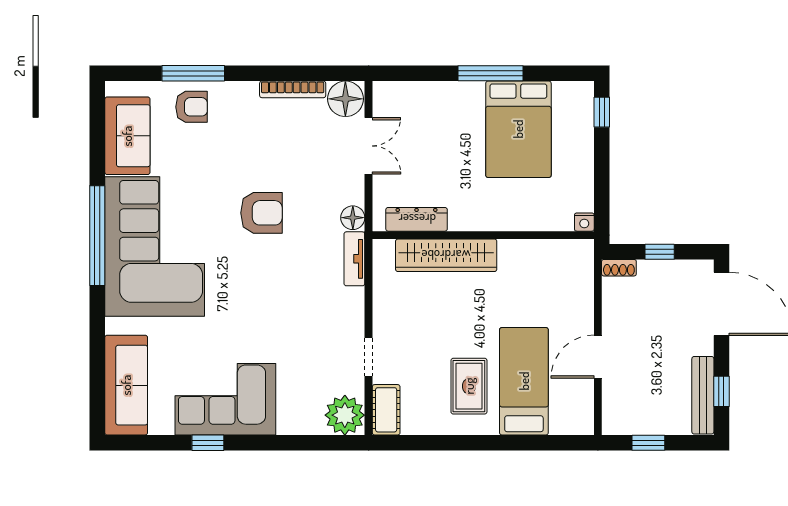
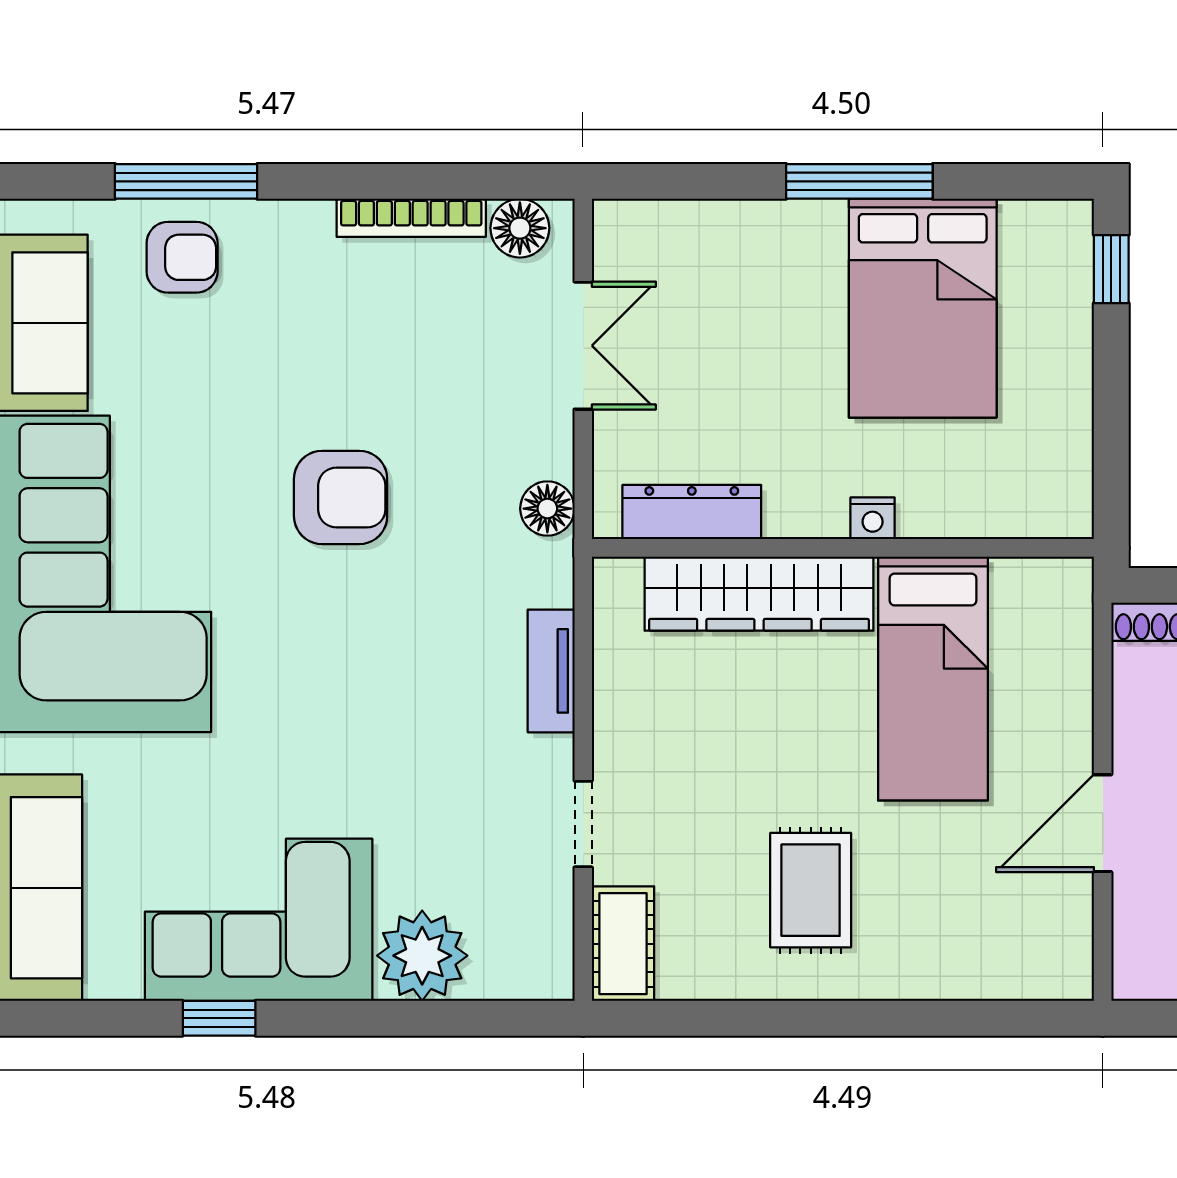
floor lamp: (345, 99) -> (520, 228), width x0.73, depth x0.73
nightstand: (584, 222) -> (873, 518), moved
tv unit: (354, 259) -> (551, 671), moved
bed: (524, 381) -> (933, 679), moved, turned 180
plant: (345, 415) -> (422, 956), moved

